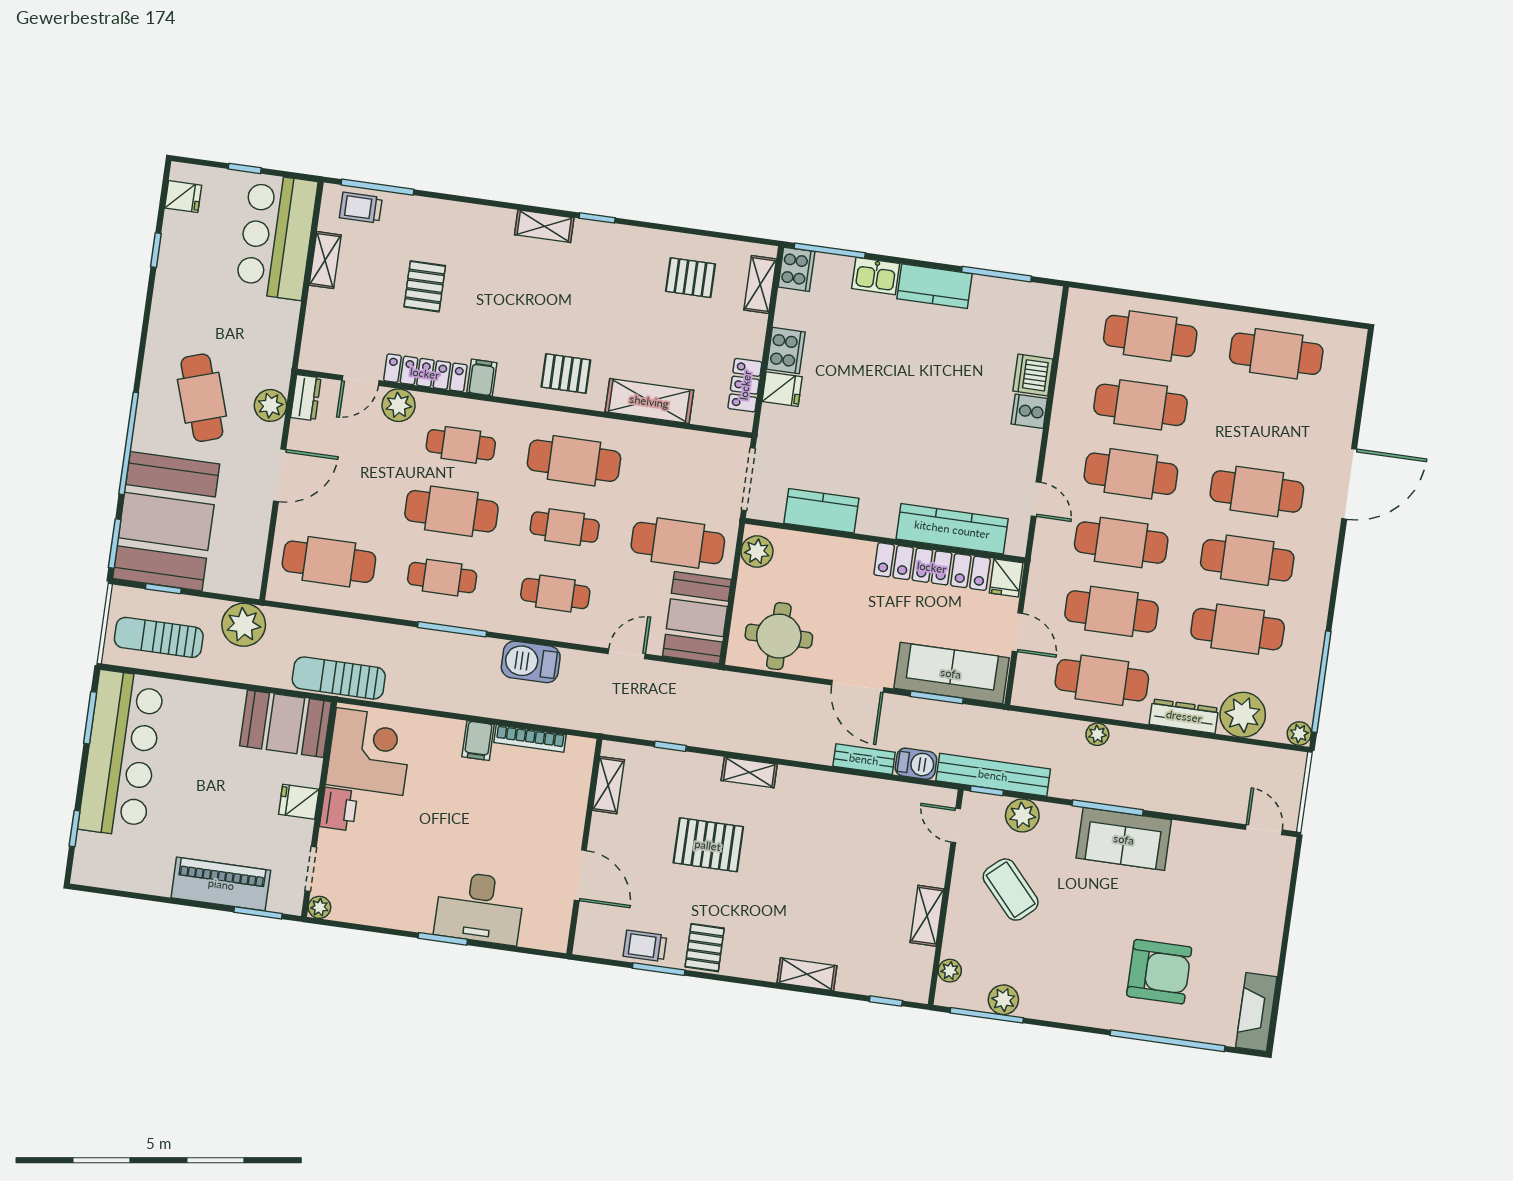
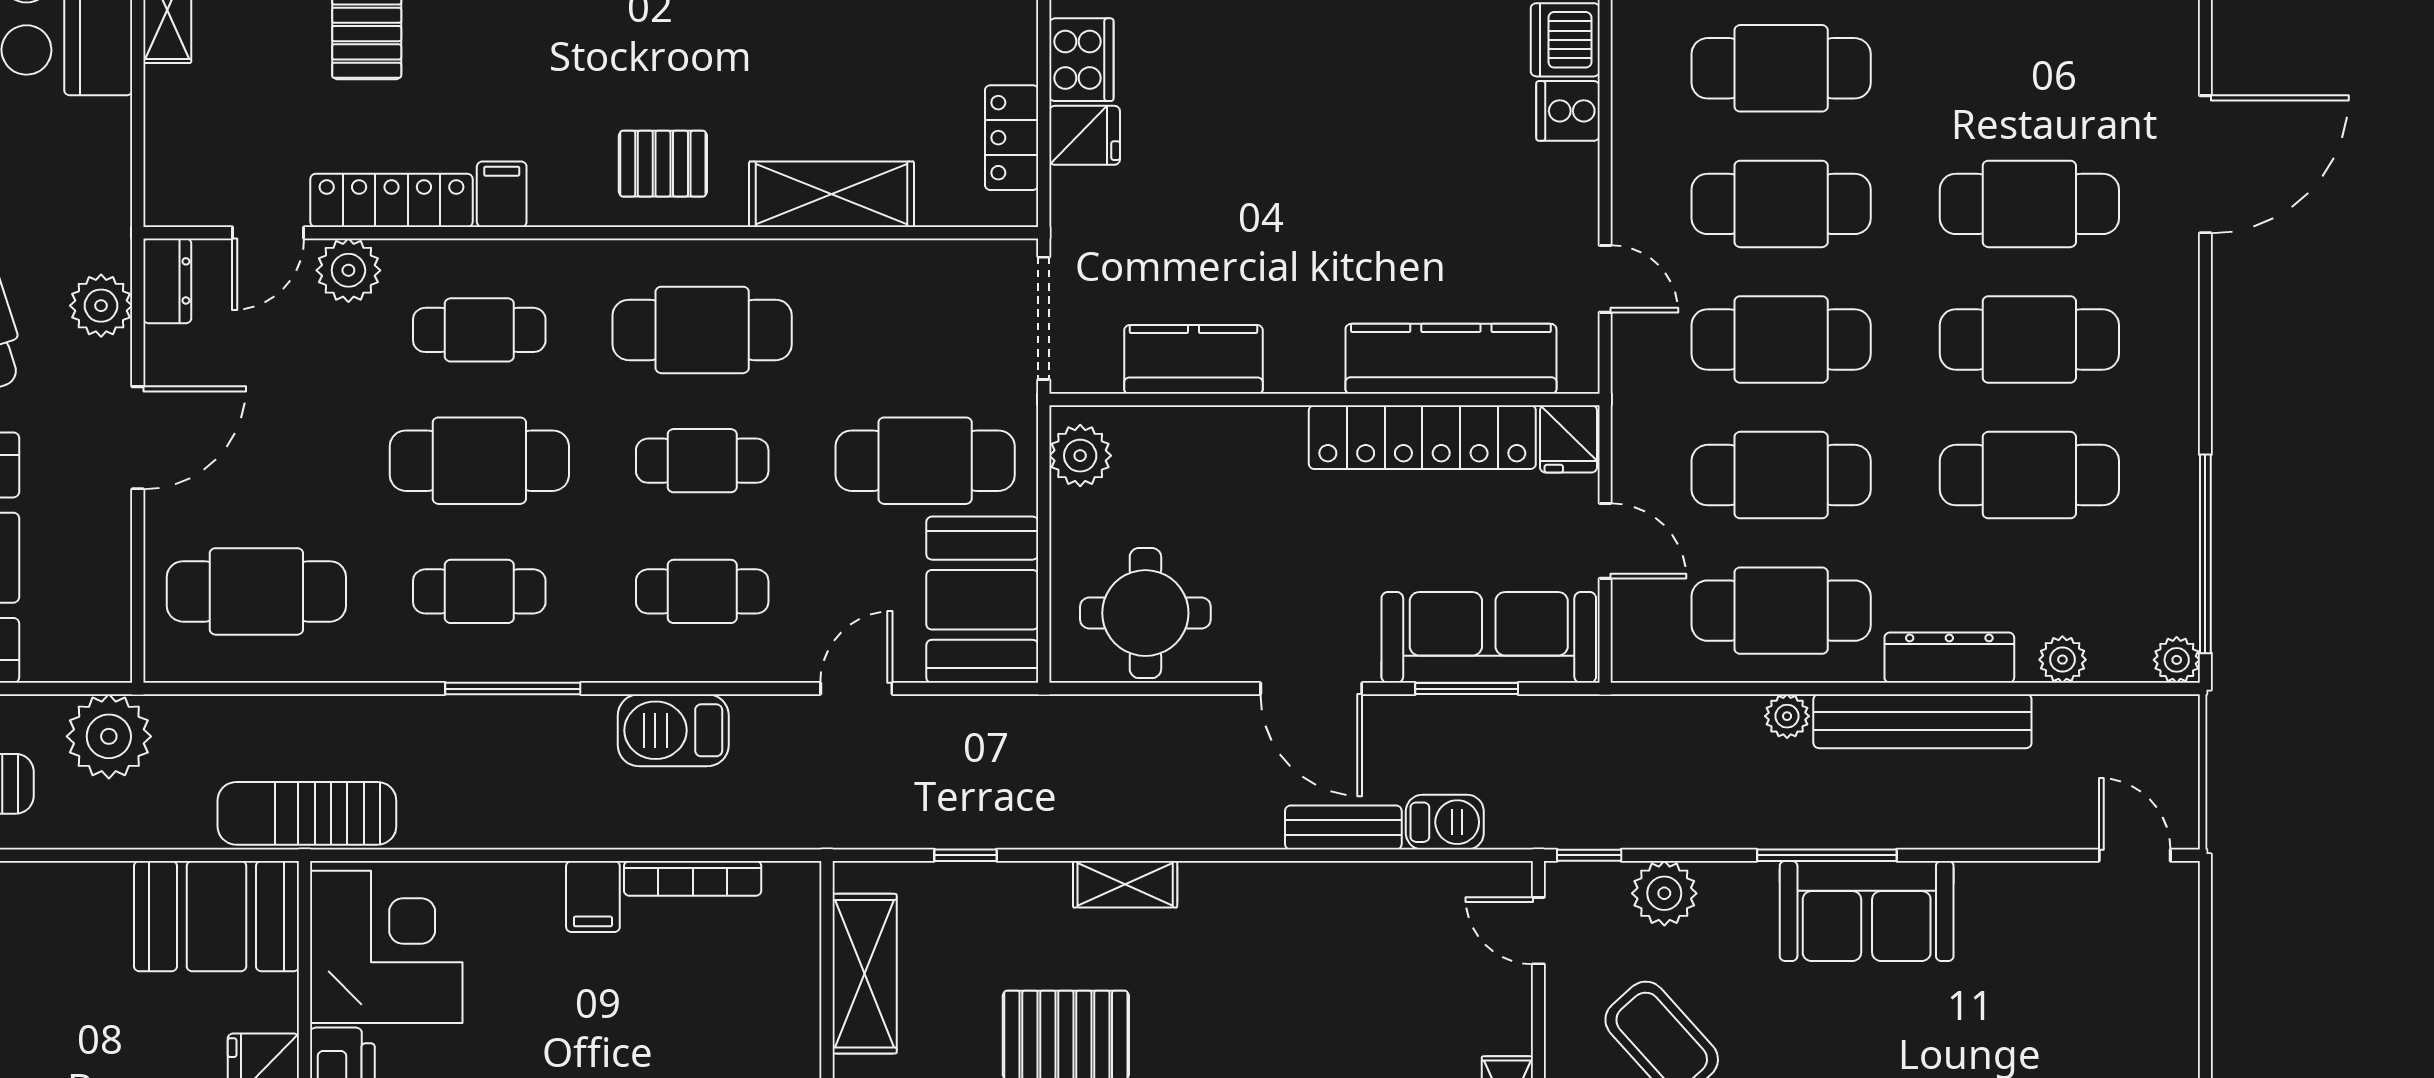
plant: (1243, 715) -> (2062, 660), width x0.53, depth x0.53
bench: (993, 775) -> (1922, 721), moved
shelving: (608, 785) -> (865, 974), width x1.50, depth x1.33

